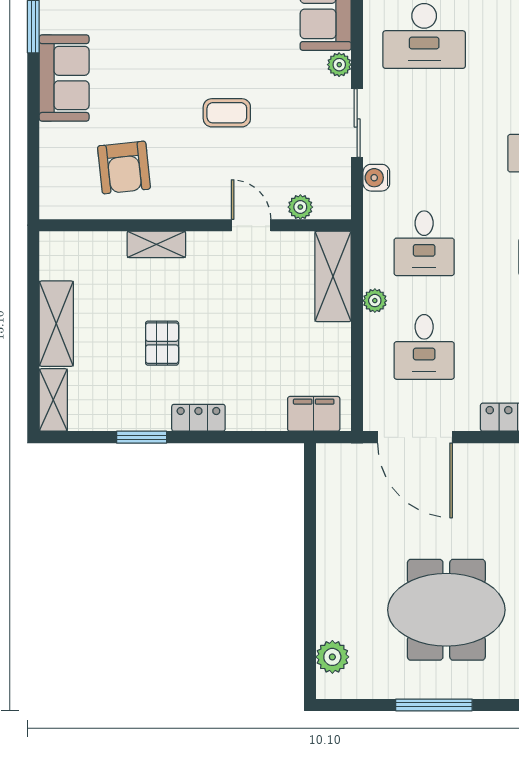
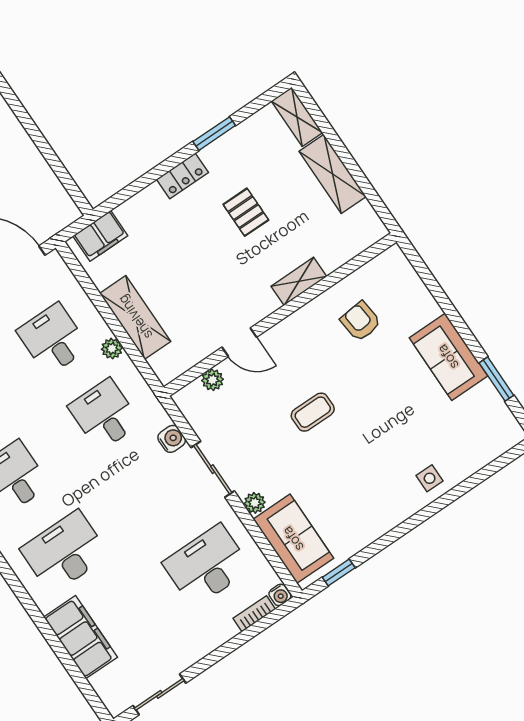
armchair: (124, 167) -> (361, 321), width x0.72, depth x0.72
shelving: (333, 276) -> (135, 317), moved

